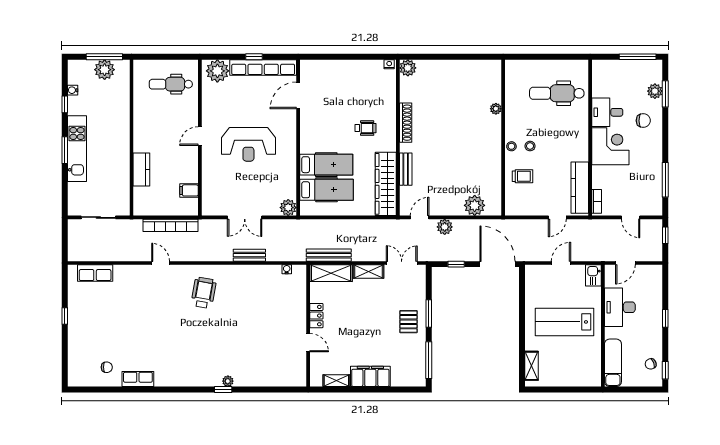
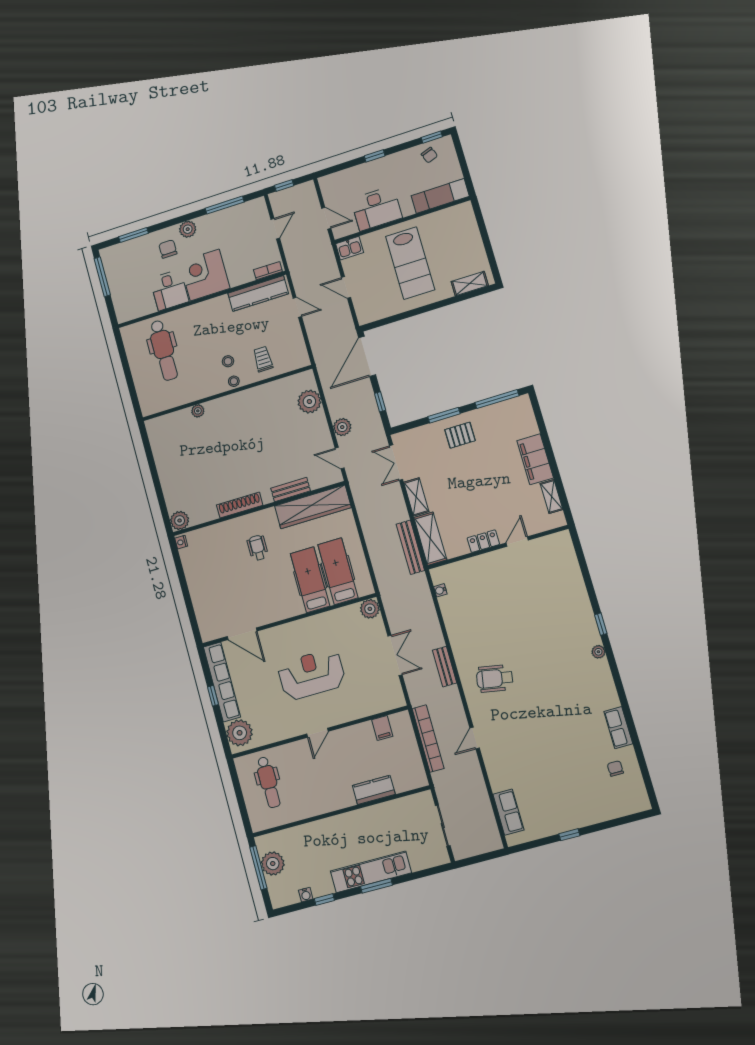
plant: (655, 91) -> (188, 229), moved
door: (200, 136) -> (318, 733), hinge flipped
reception desk: (248, 144) -> (312, 674), turned -90
bench: (249, 255) -> (445, 667), moved
plant: (228, 381) -> (598, 652), moved

